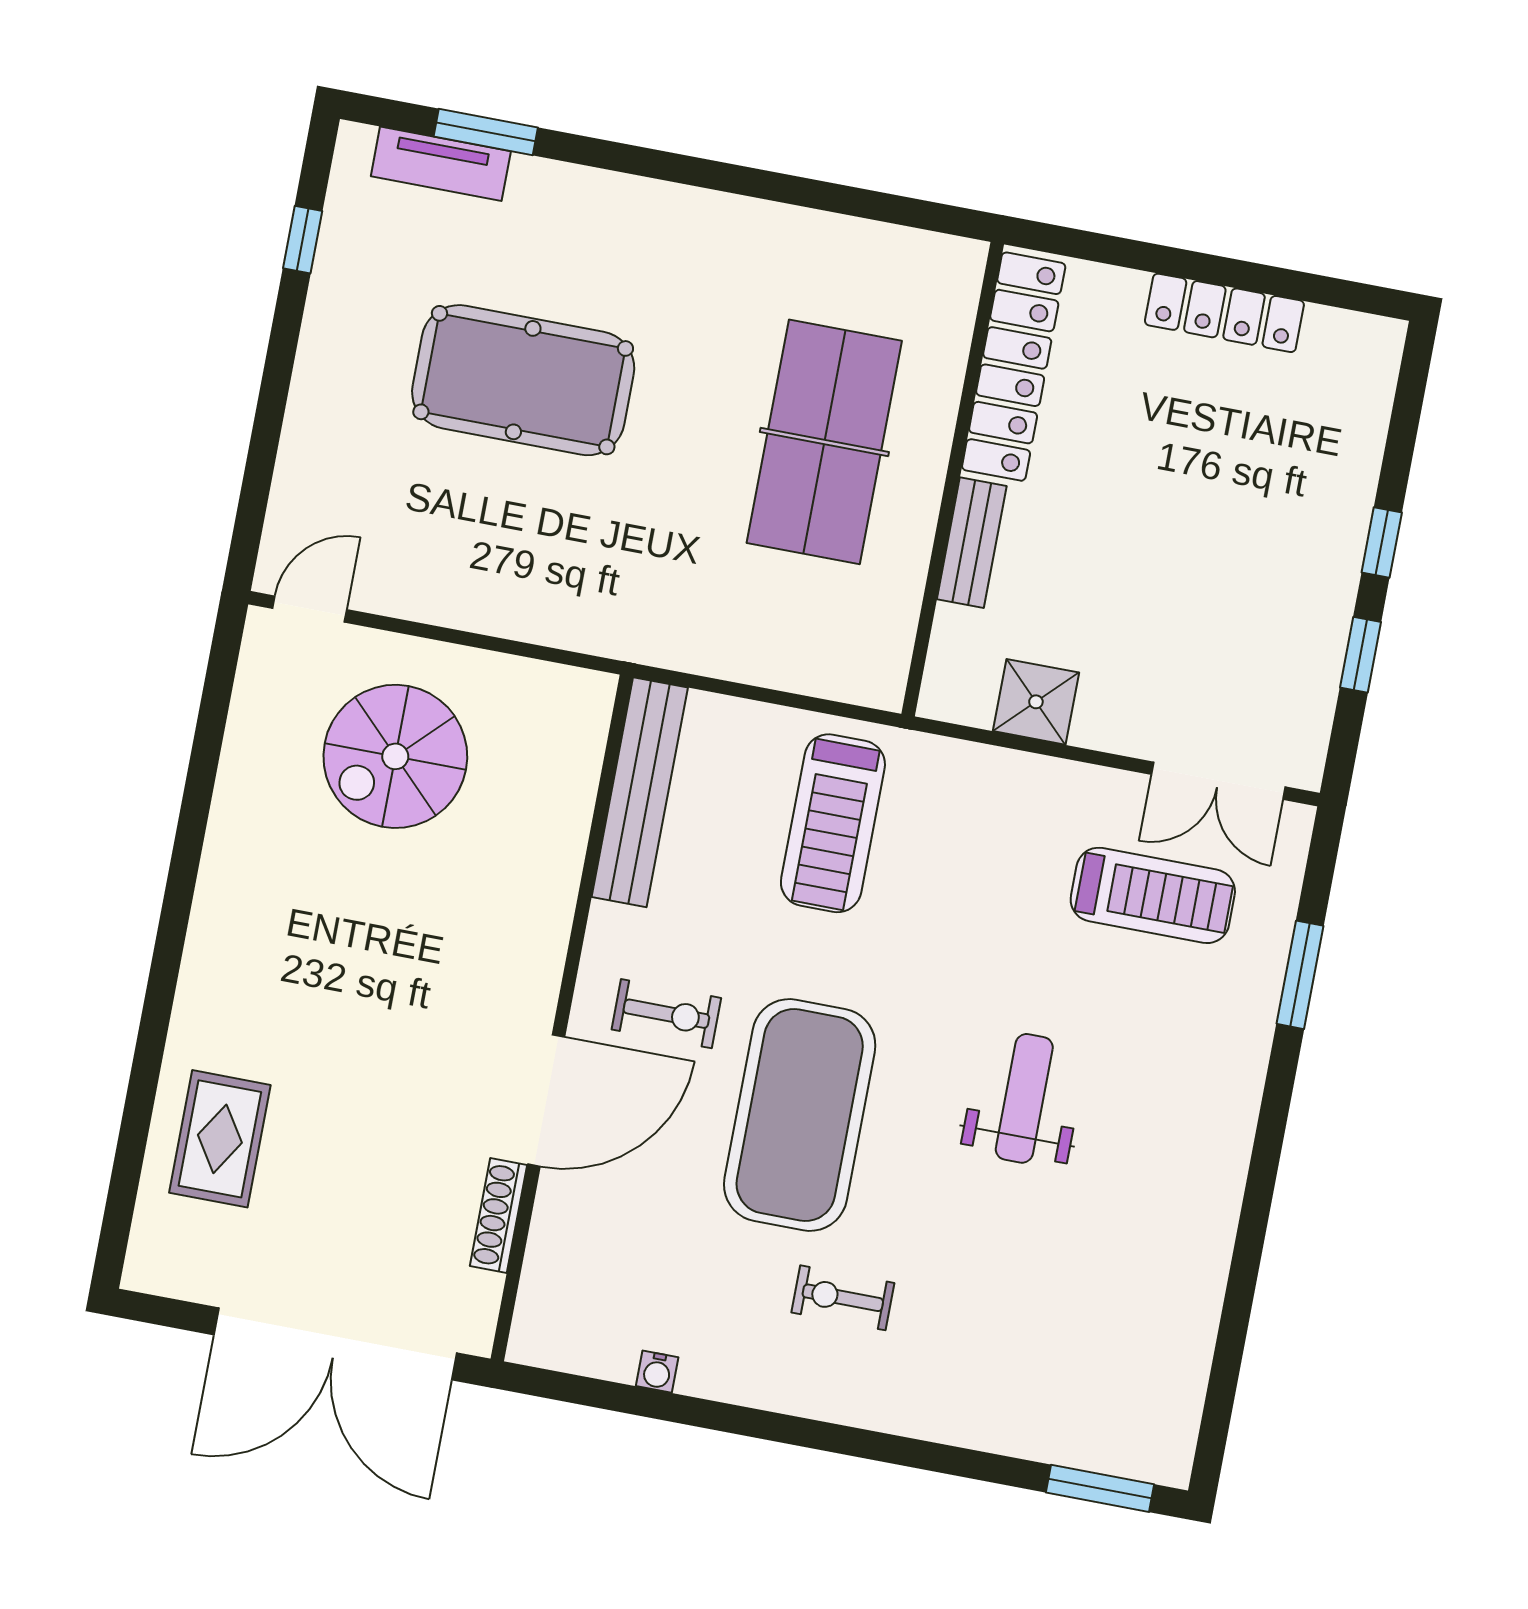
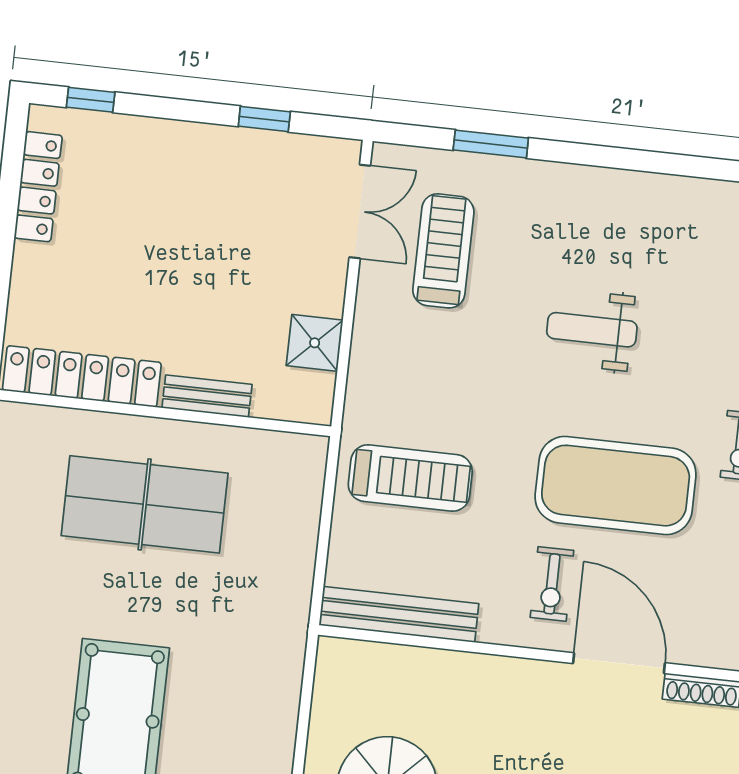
locker: (1224, 313) -> (38, 187), moved
window: (1382, 542) -> (91, 100), moved
exercise bike: (666, 1014) -> (552, 584), turned 180

